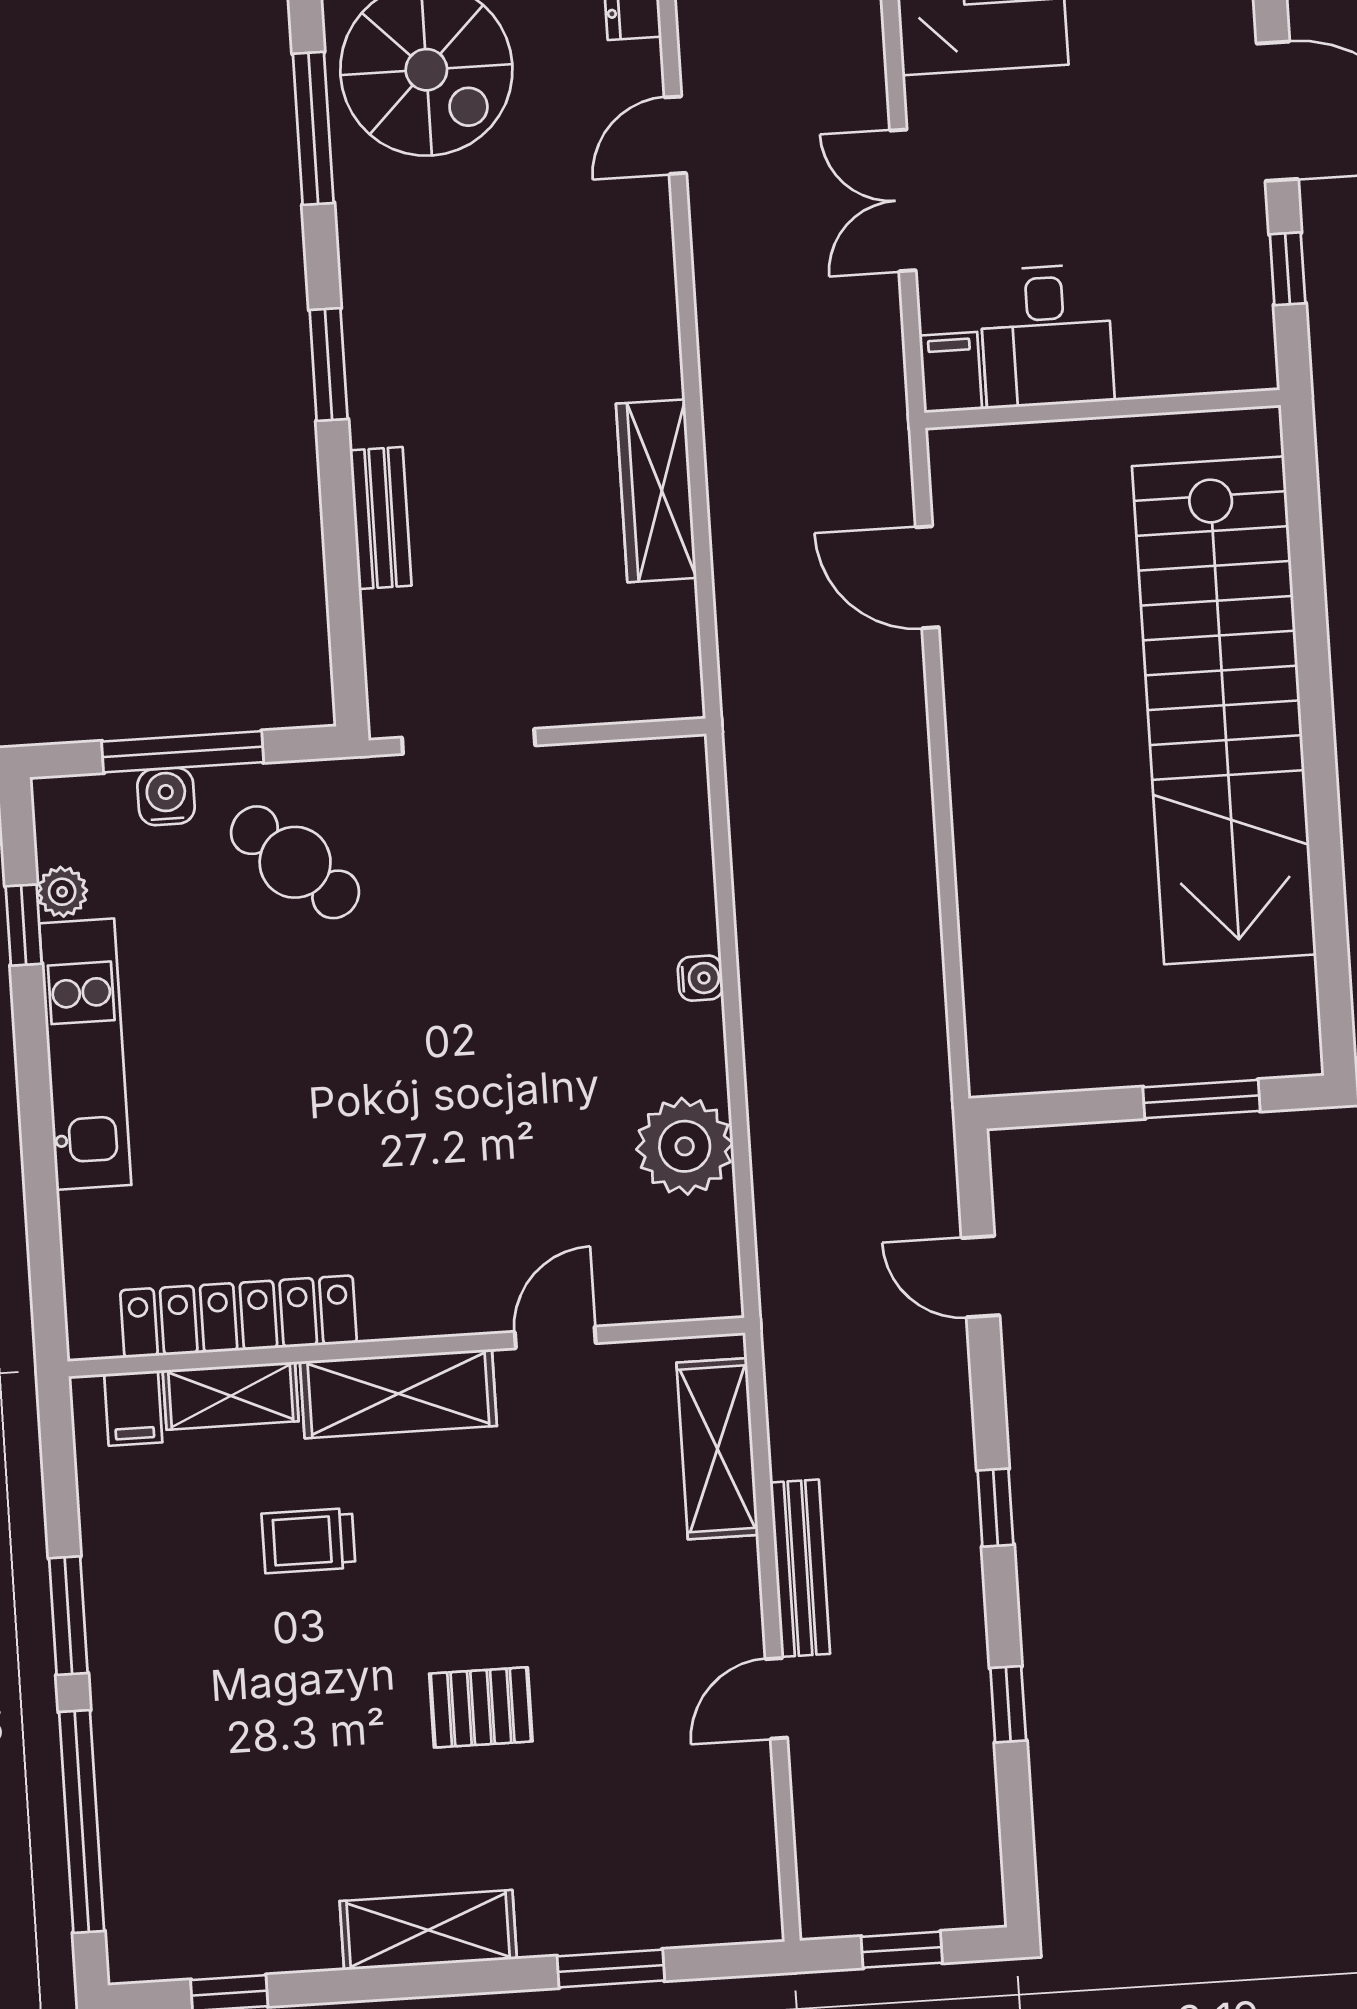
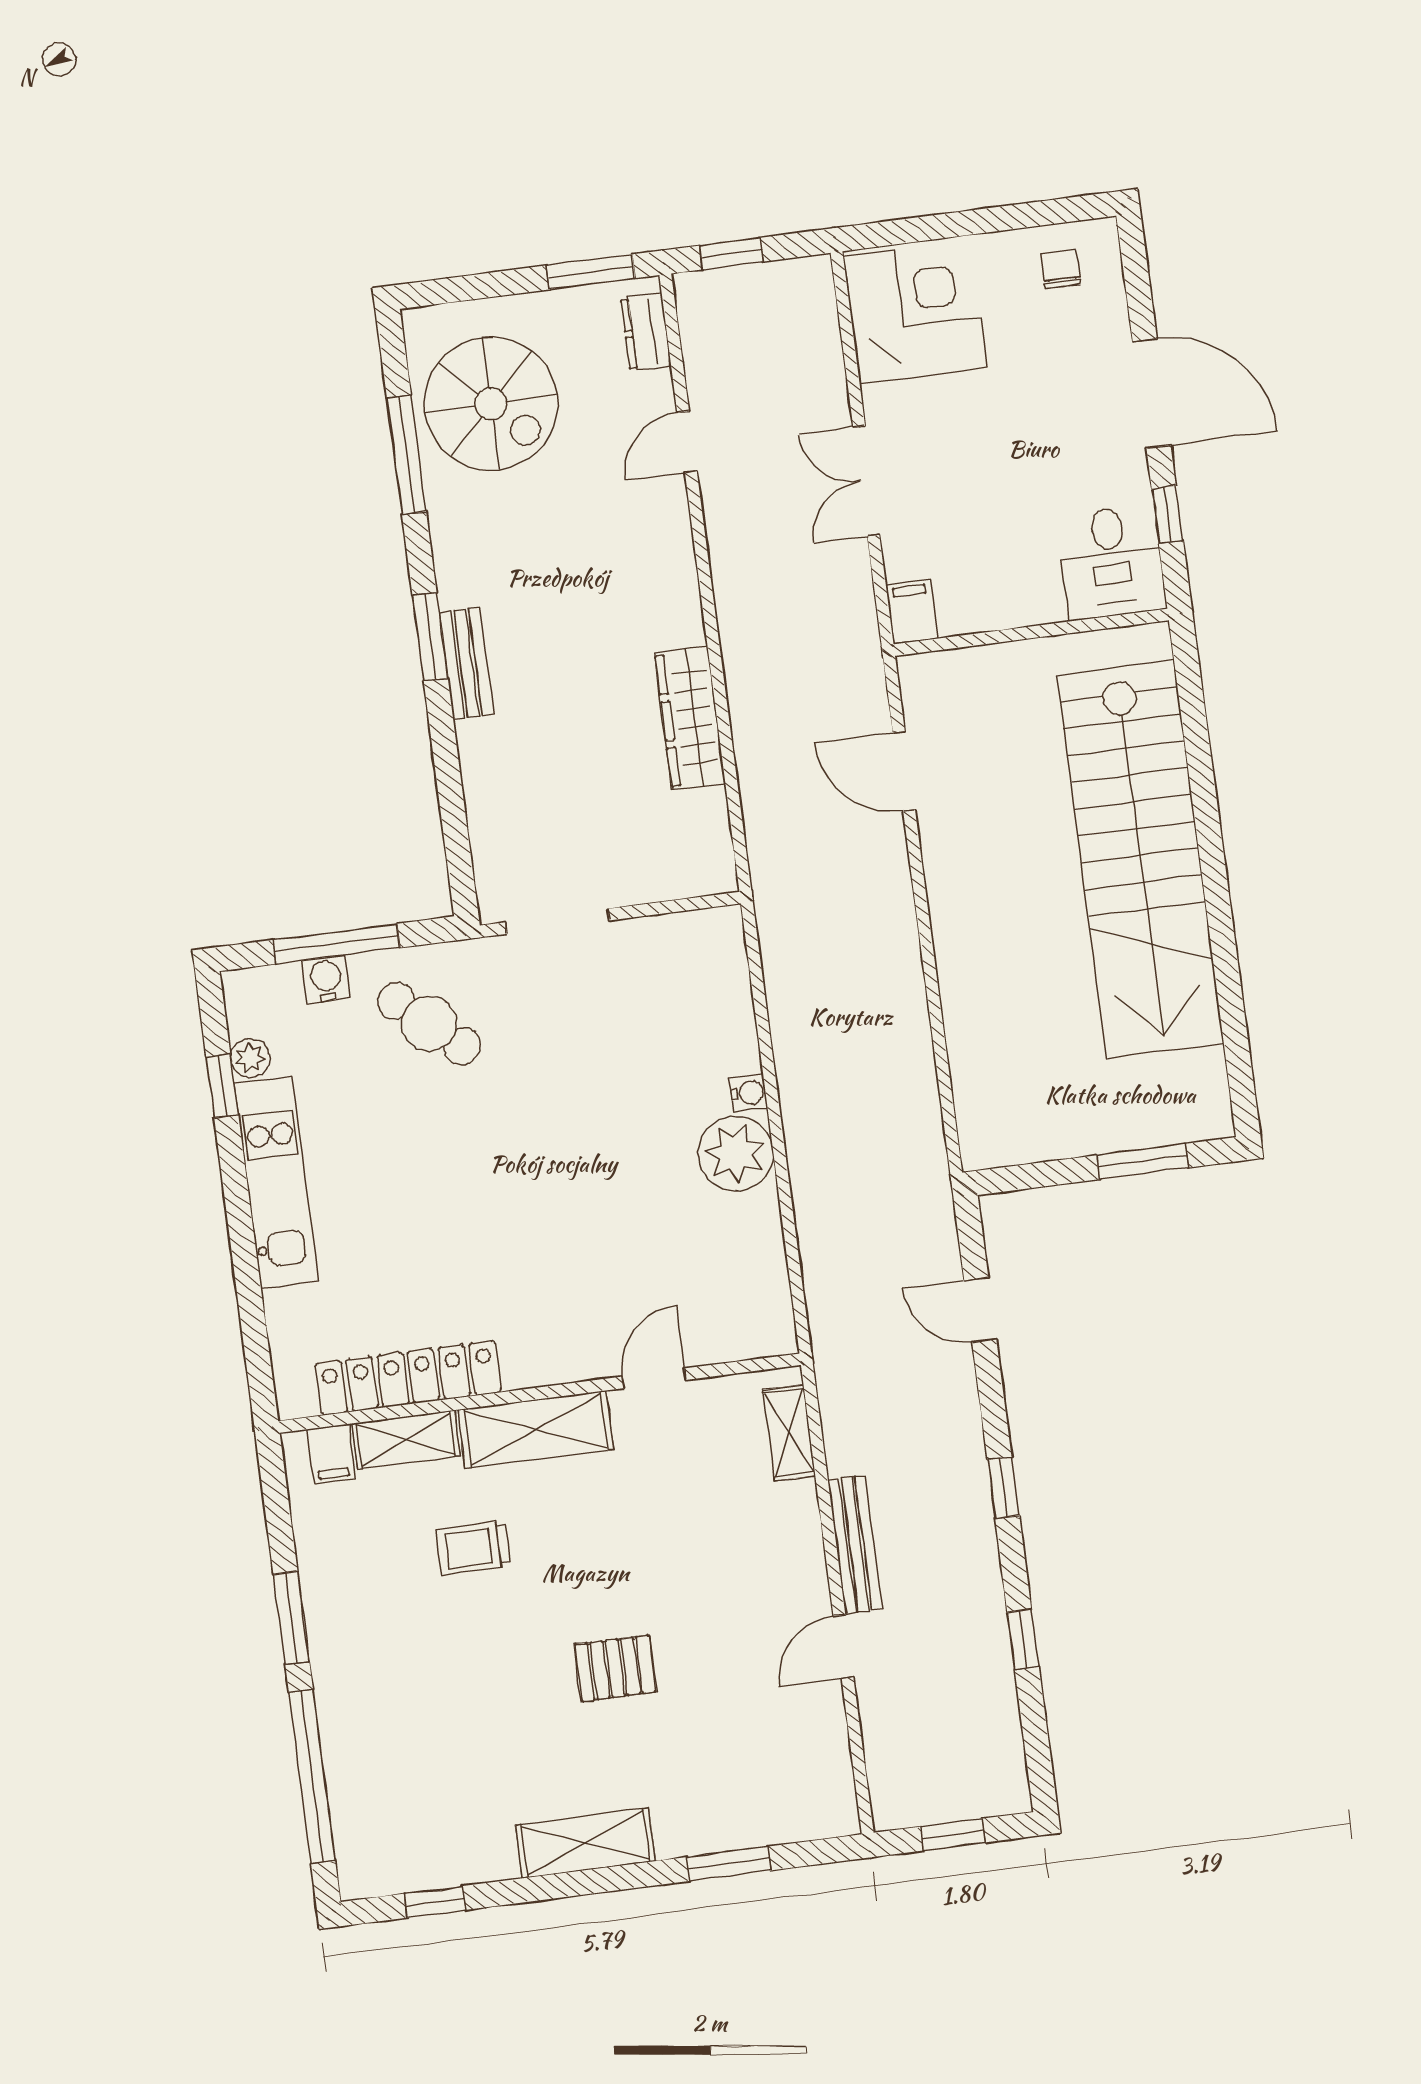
desk: (1047, 336) -> (1111, 562), moved
bench: (381, 518) -> (466, 664), moved
plant: (685, 1146) -> (736, 1154), moved
shelving: (717, 1449) -> (789, 1433), width x0.67, depth x0.75

